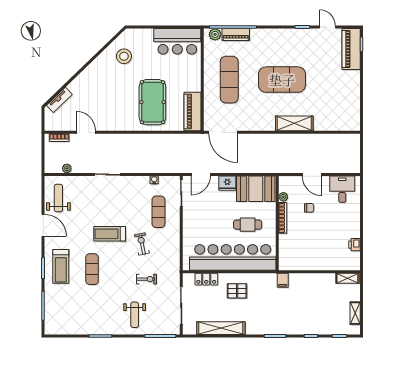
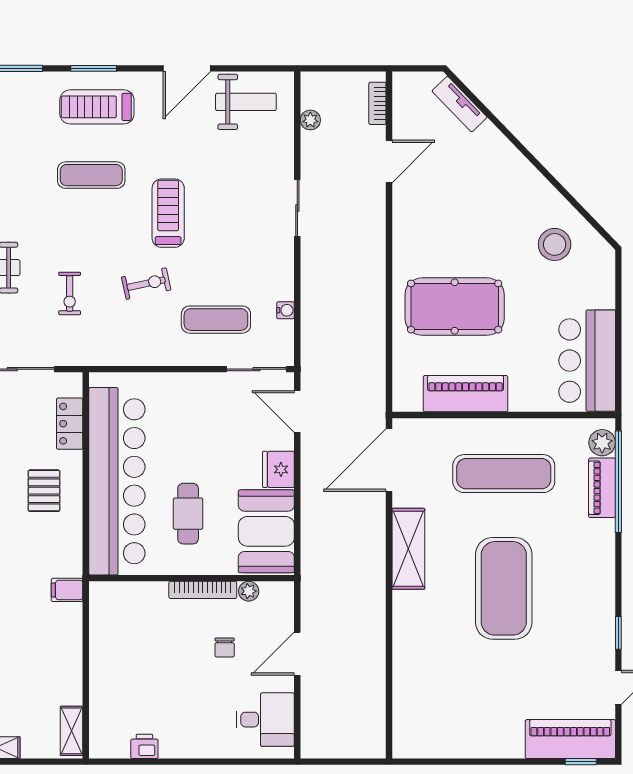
piano: (193, 111) -> (466, 394), moved
shelving: (294, 123) -> (408, 549), moved

